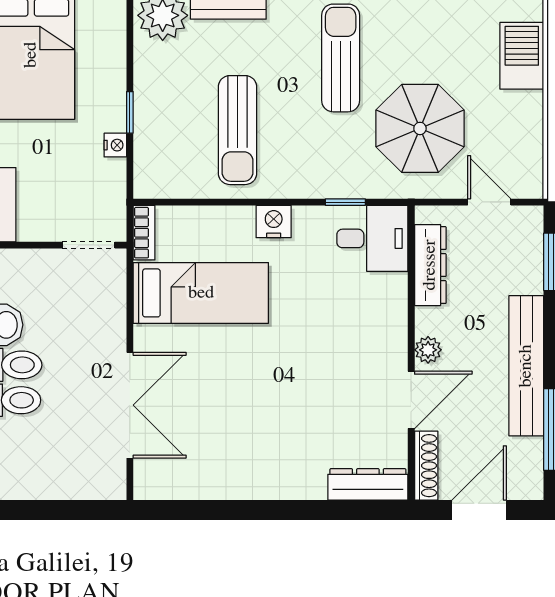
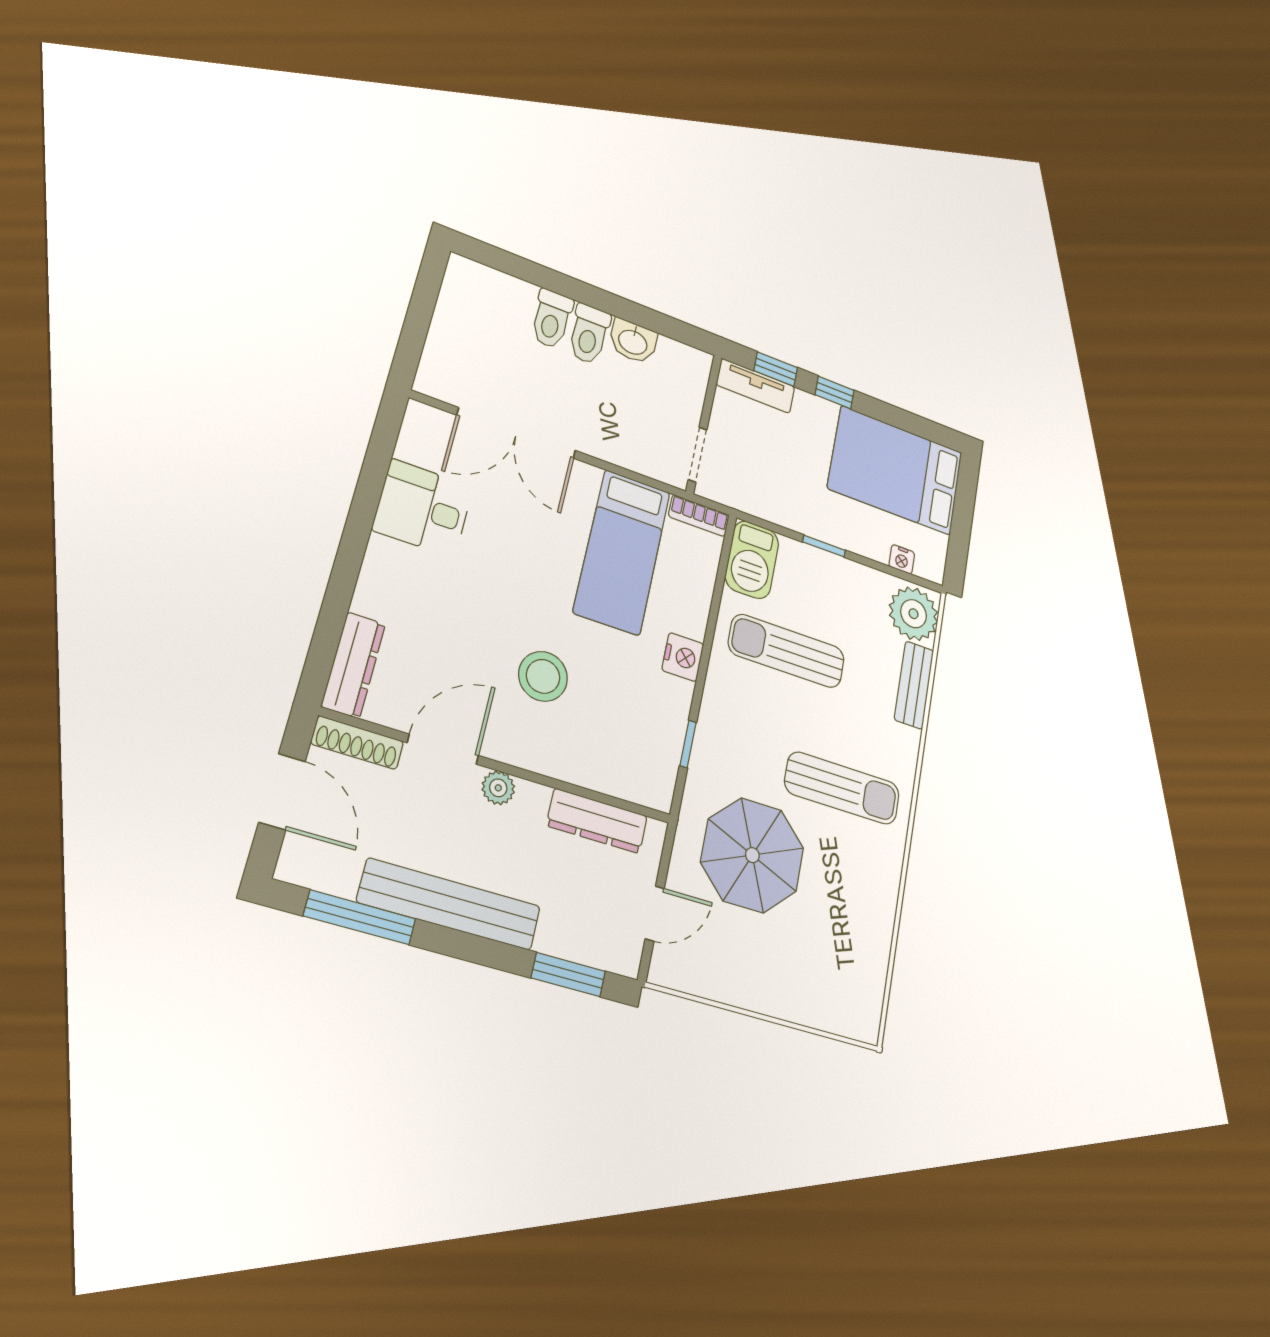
barbecue: (522, 56) -> (752, 560), moved, turned 90
nightstand: (115, 145) -> (902, 559), moved
desk: (372, 238) -> (423, 508), moved, turned 90
stool: (328, 335) -> (543, 676), added
door: (411, 400) -> (443, 749), swing flipped

